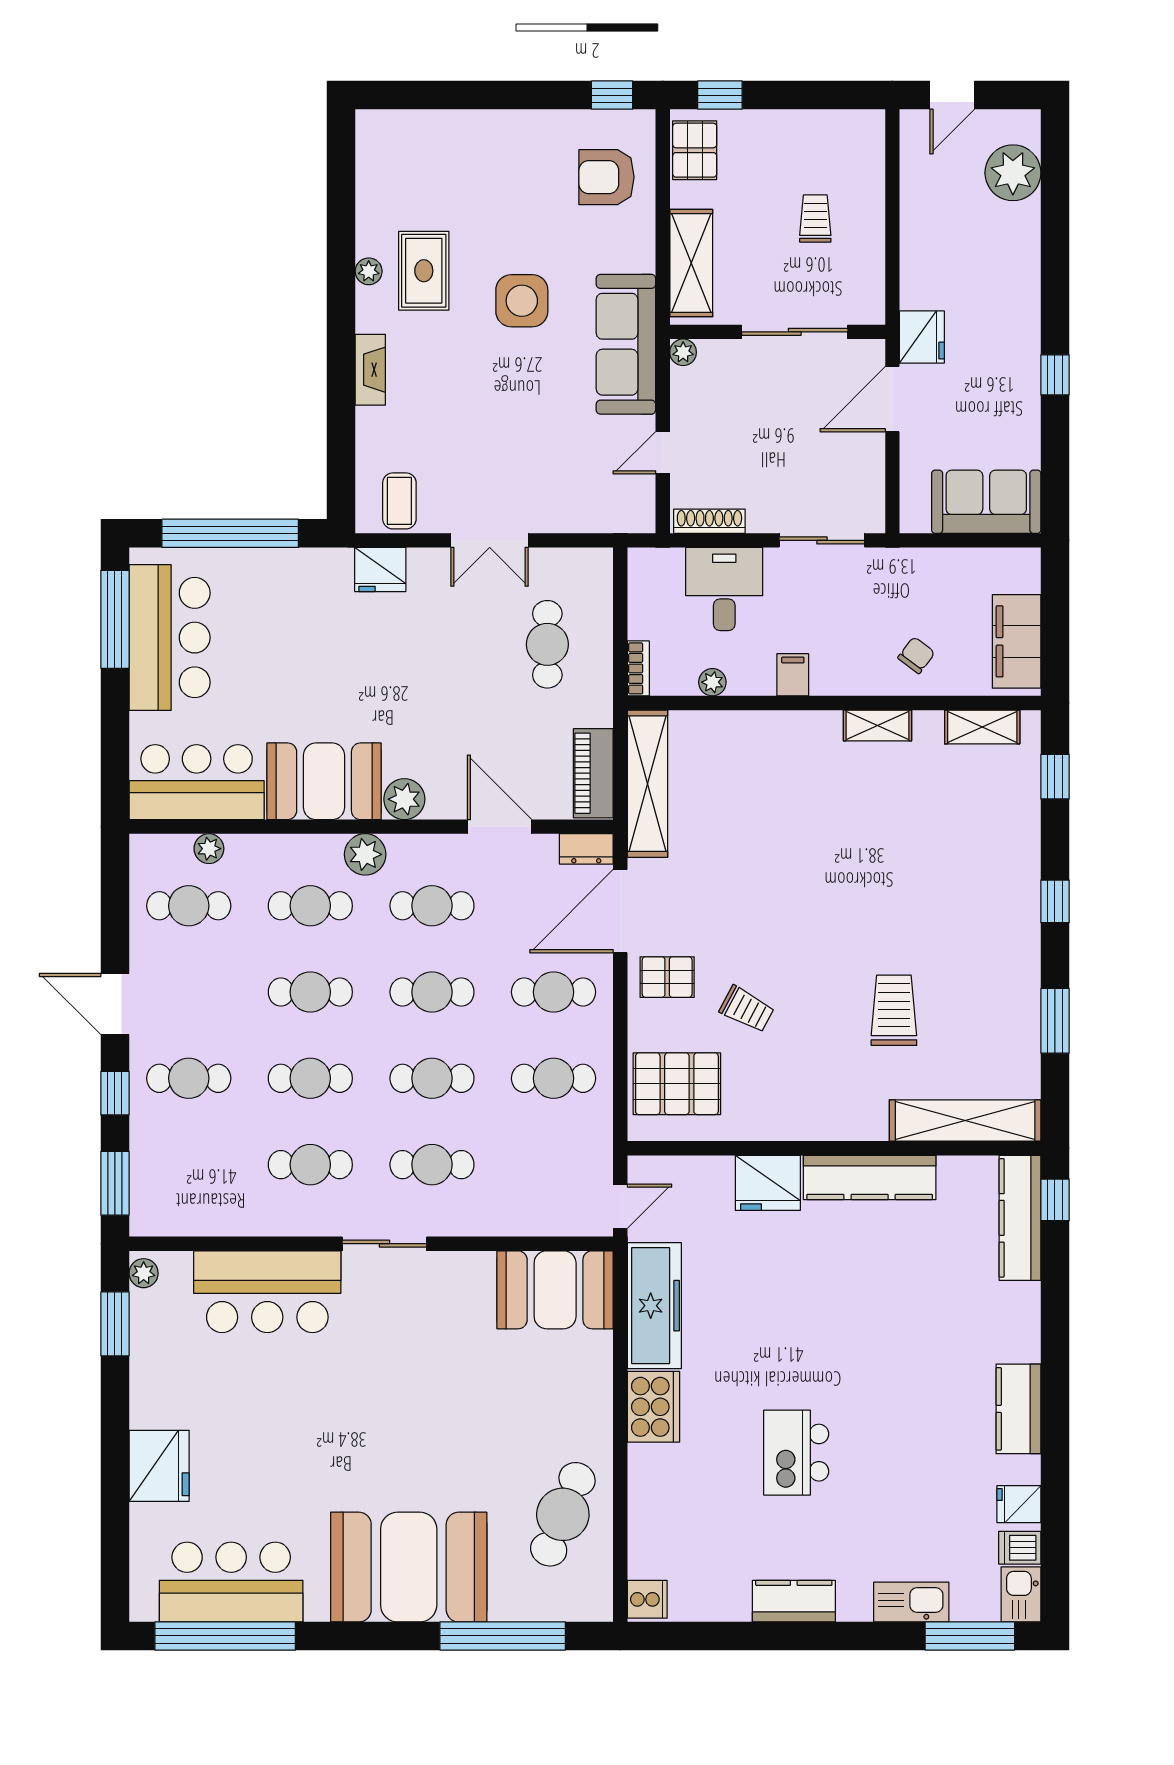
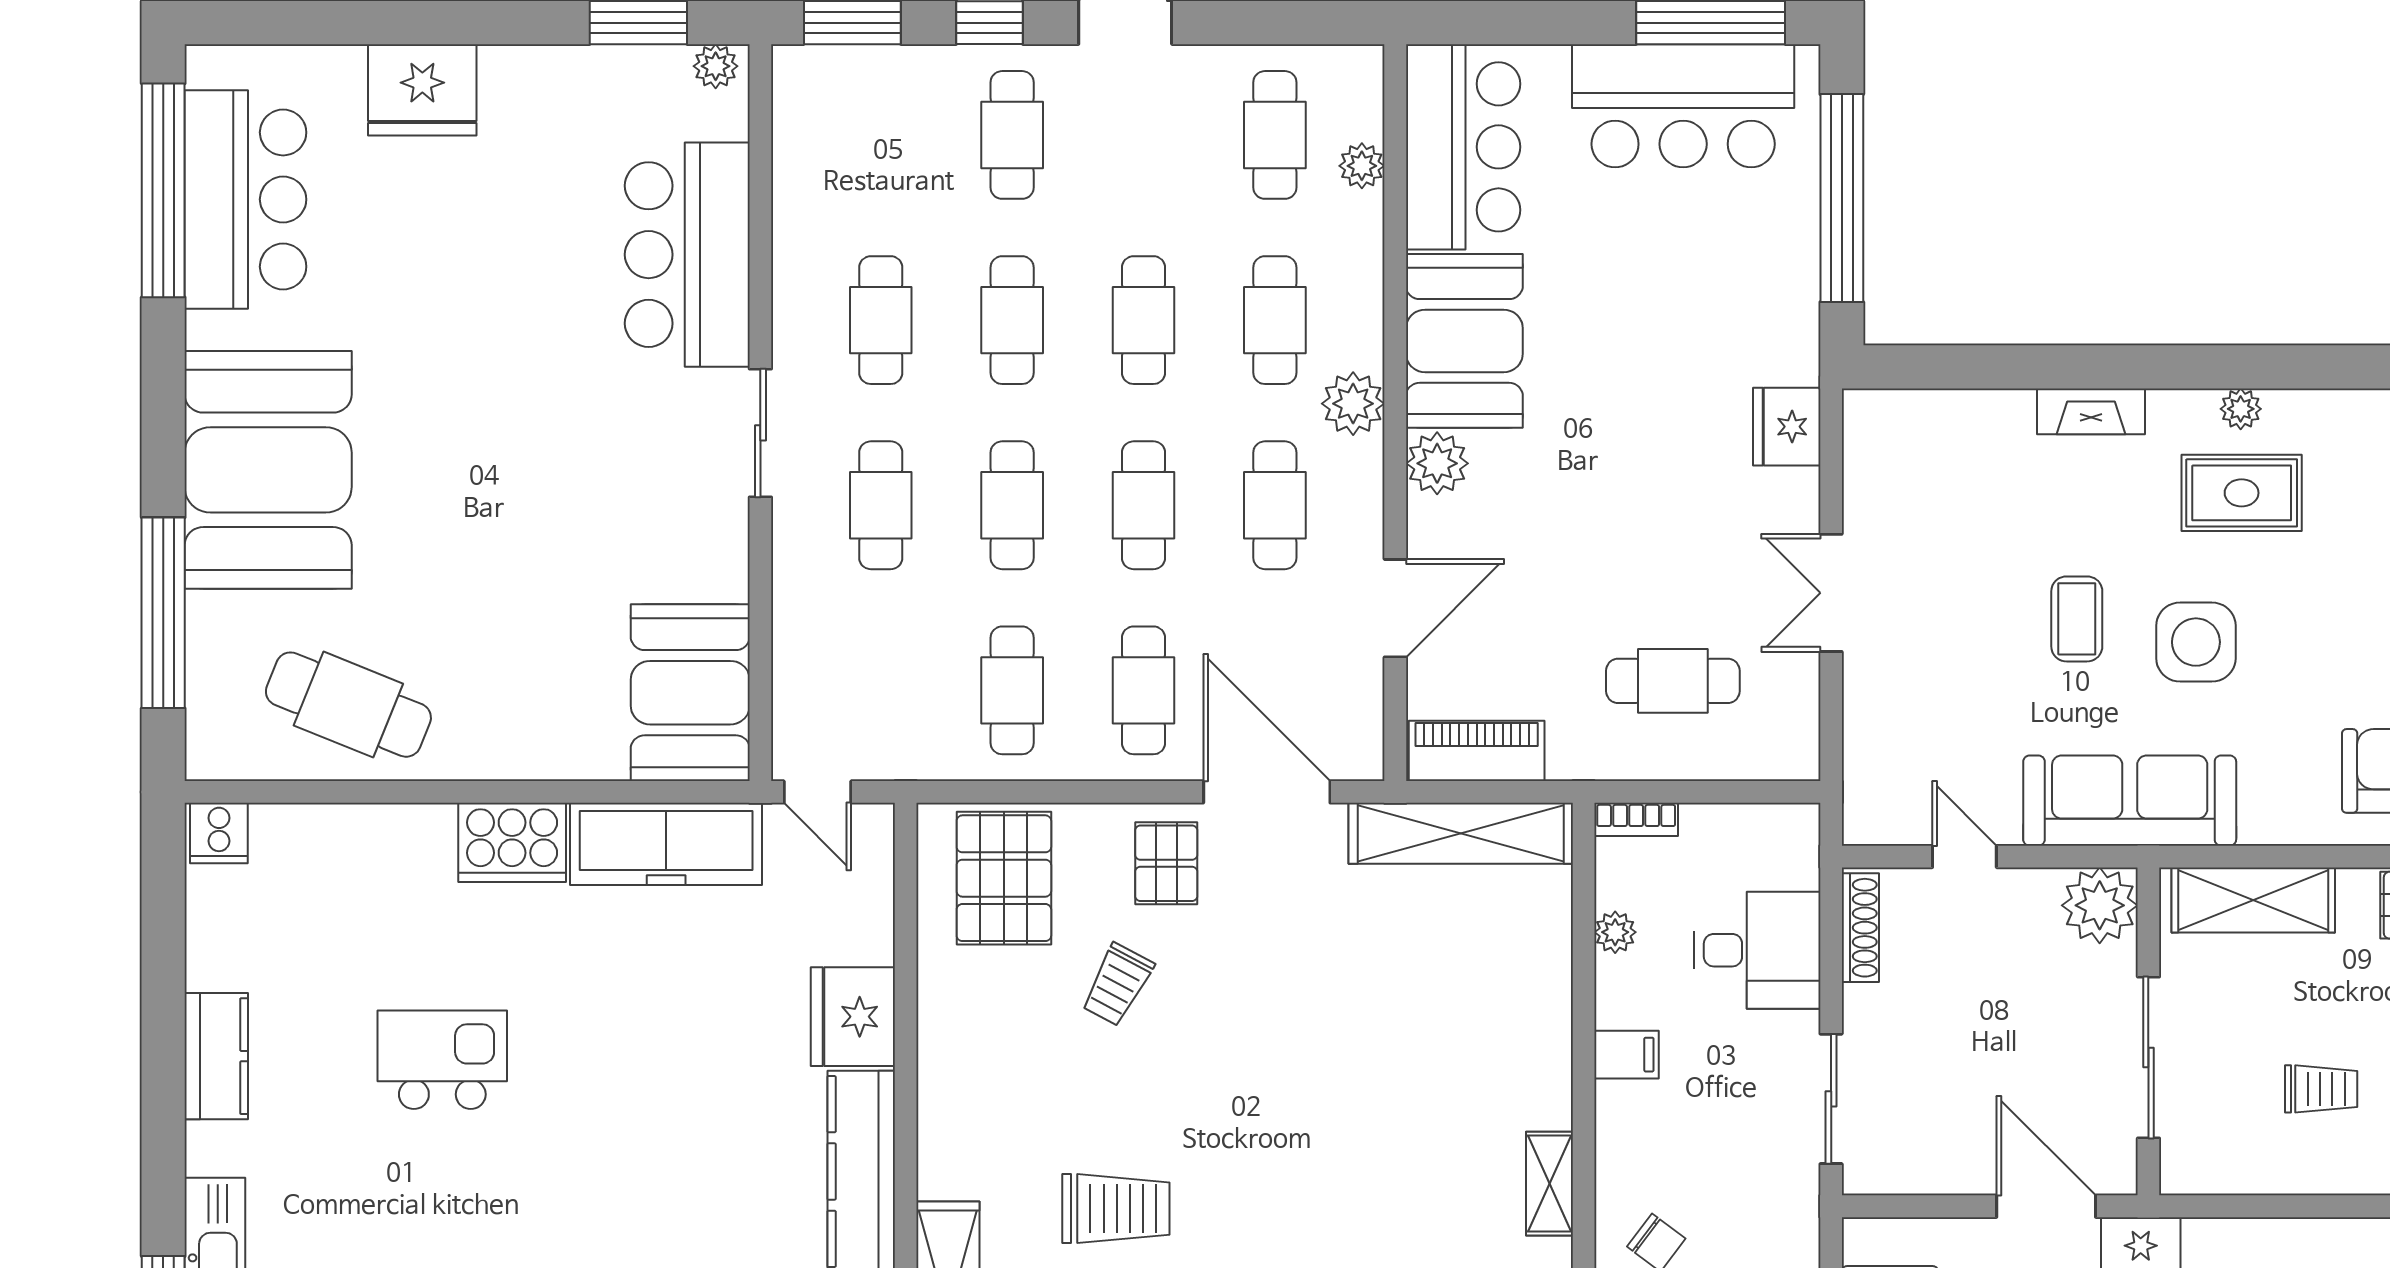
plant: (683, 352) -> (2100, 905), width x1.88, depth x1.88
coffee table: (399, 501) -> (2077, 619), moved, turned 90
dresser: (586, 849) -> (1361, 740), removed

